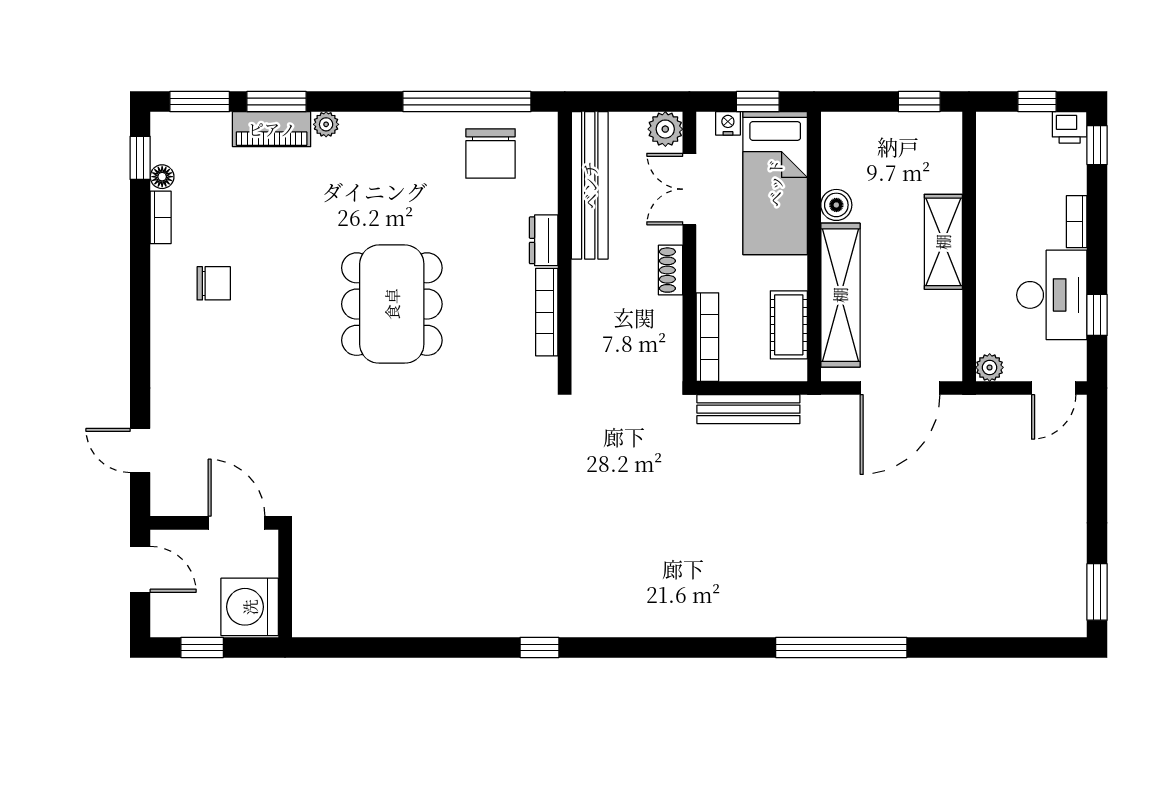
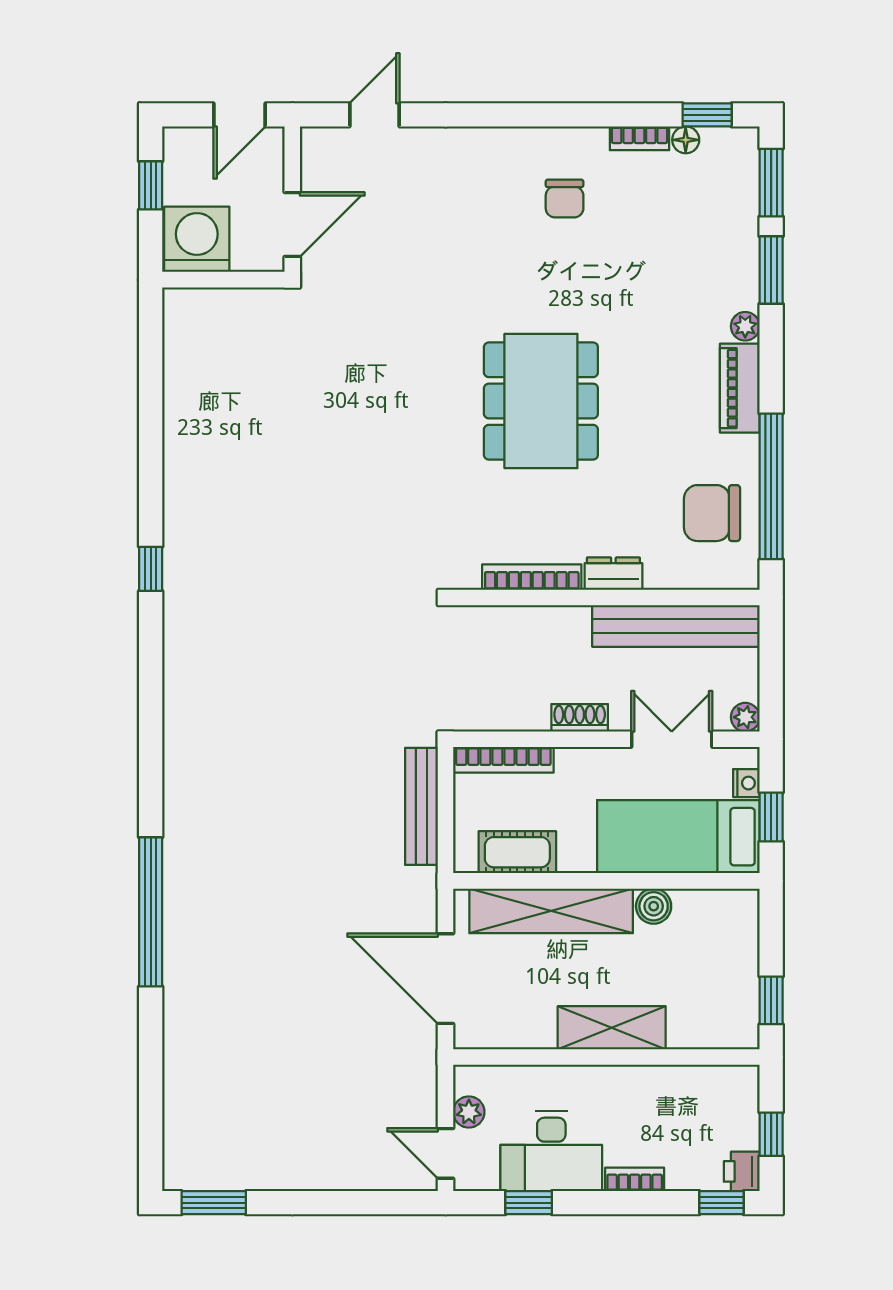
piano: (272, 129) -> (740, 388), moved
plant: (665, 129) -> (745, 717), width x0.73, depth x0.73
dining table: (392, 304) -> (541, 401), turned 90
plant: (990, 367) -> (469, 1112), moved

